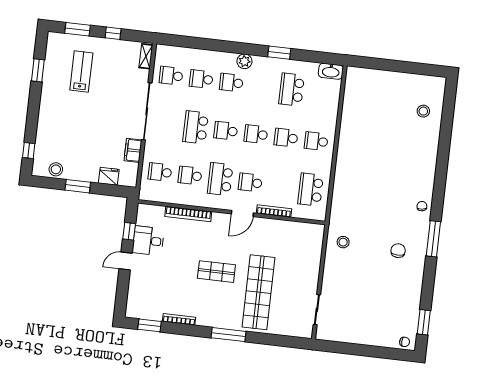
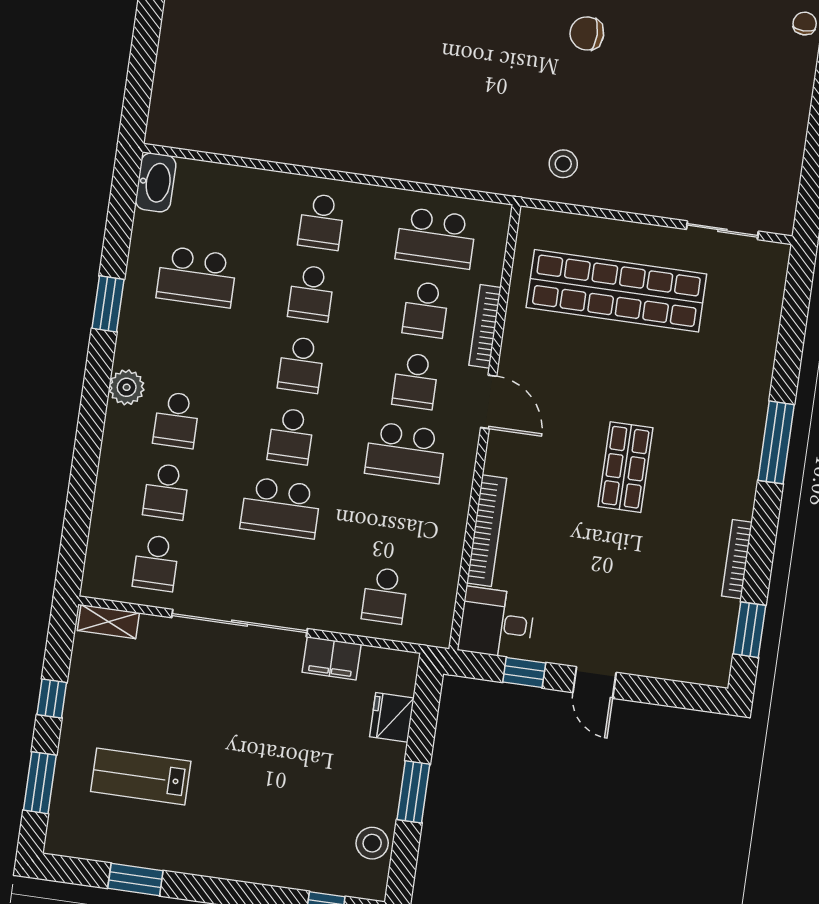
school desk: (190, 176) -> (426, 309), moved
desk: (148, 241) -> (496, 623), moved, turned 90
shop shelf: (258, 292) -> (616, 291), moved

